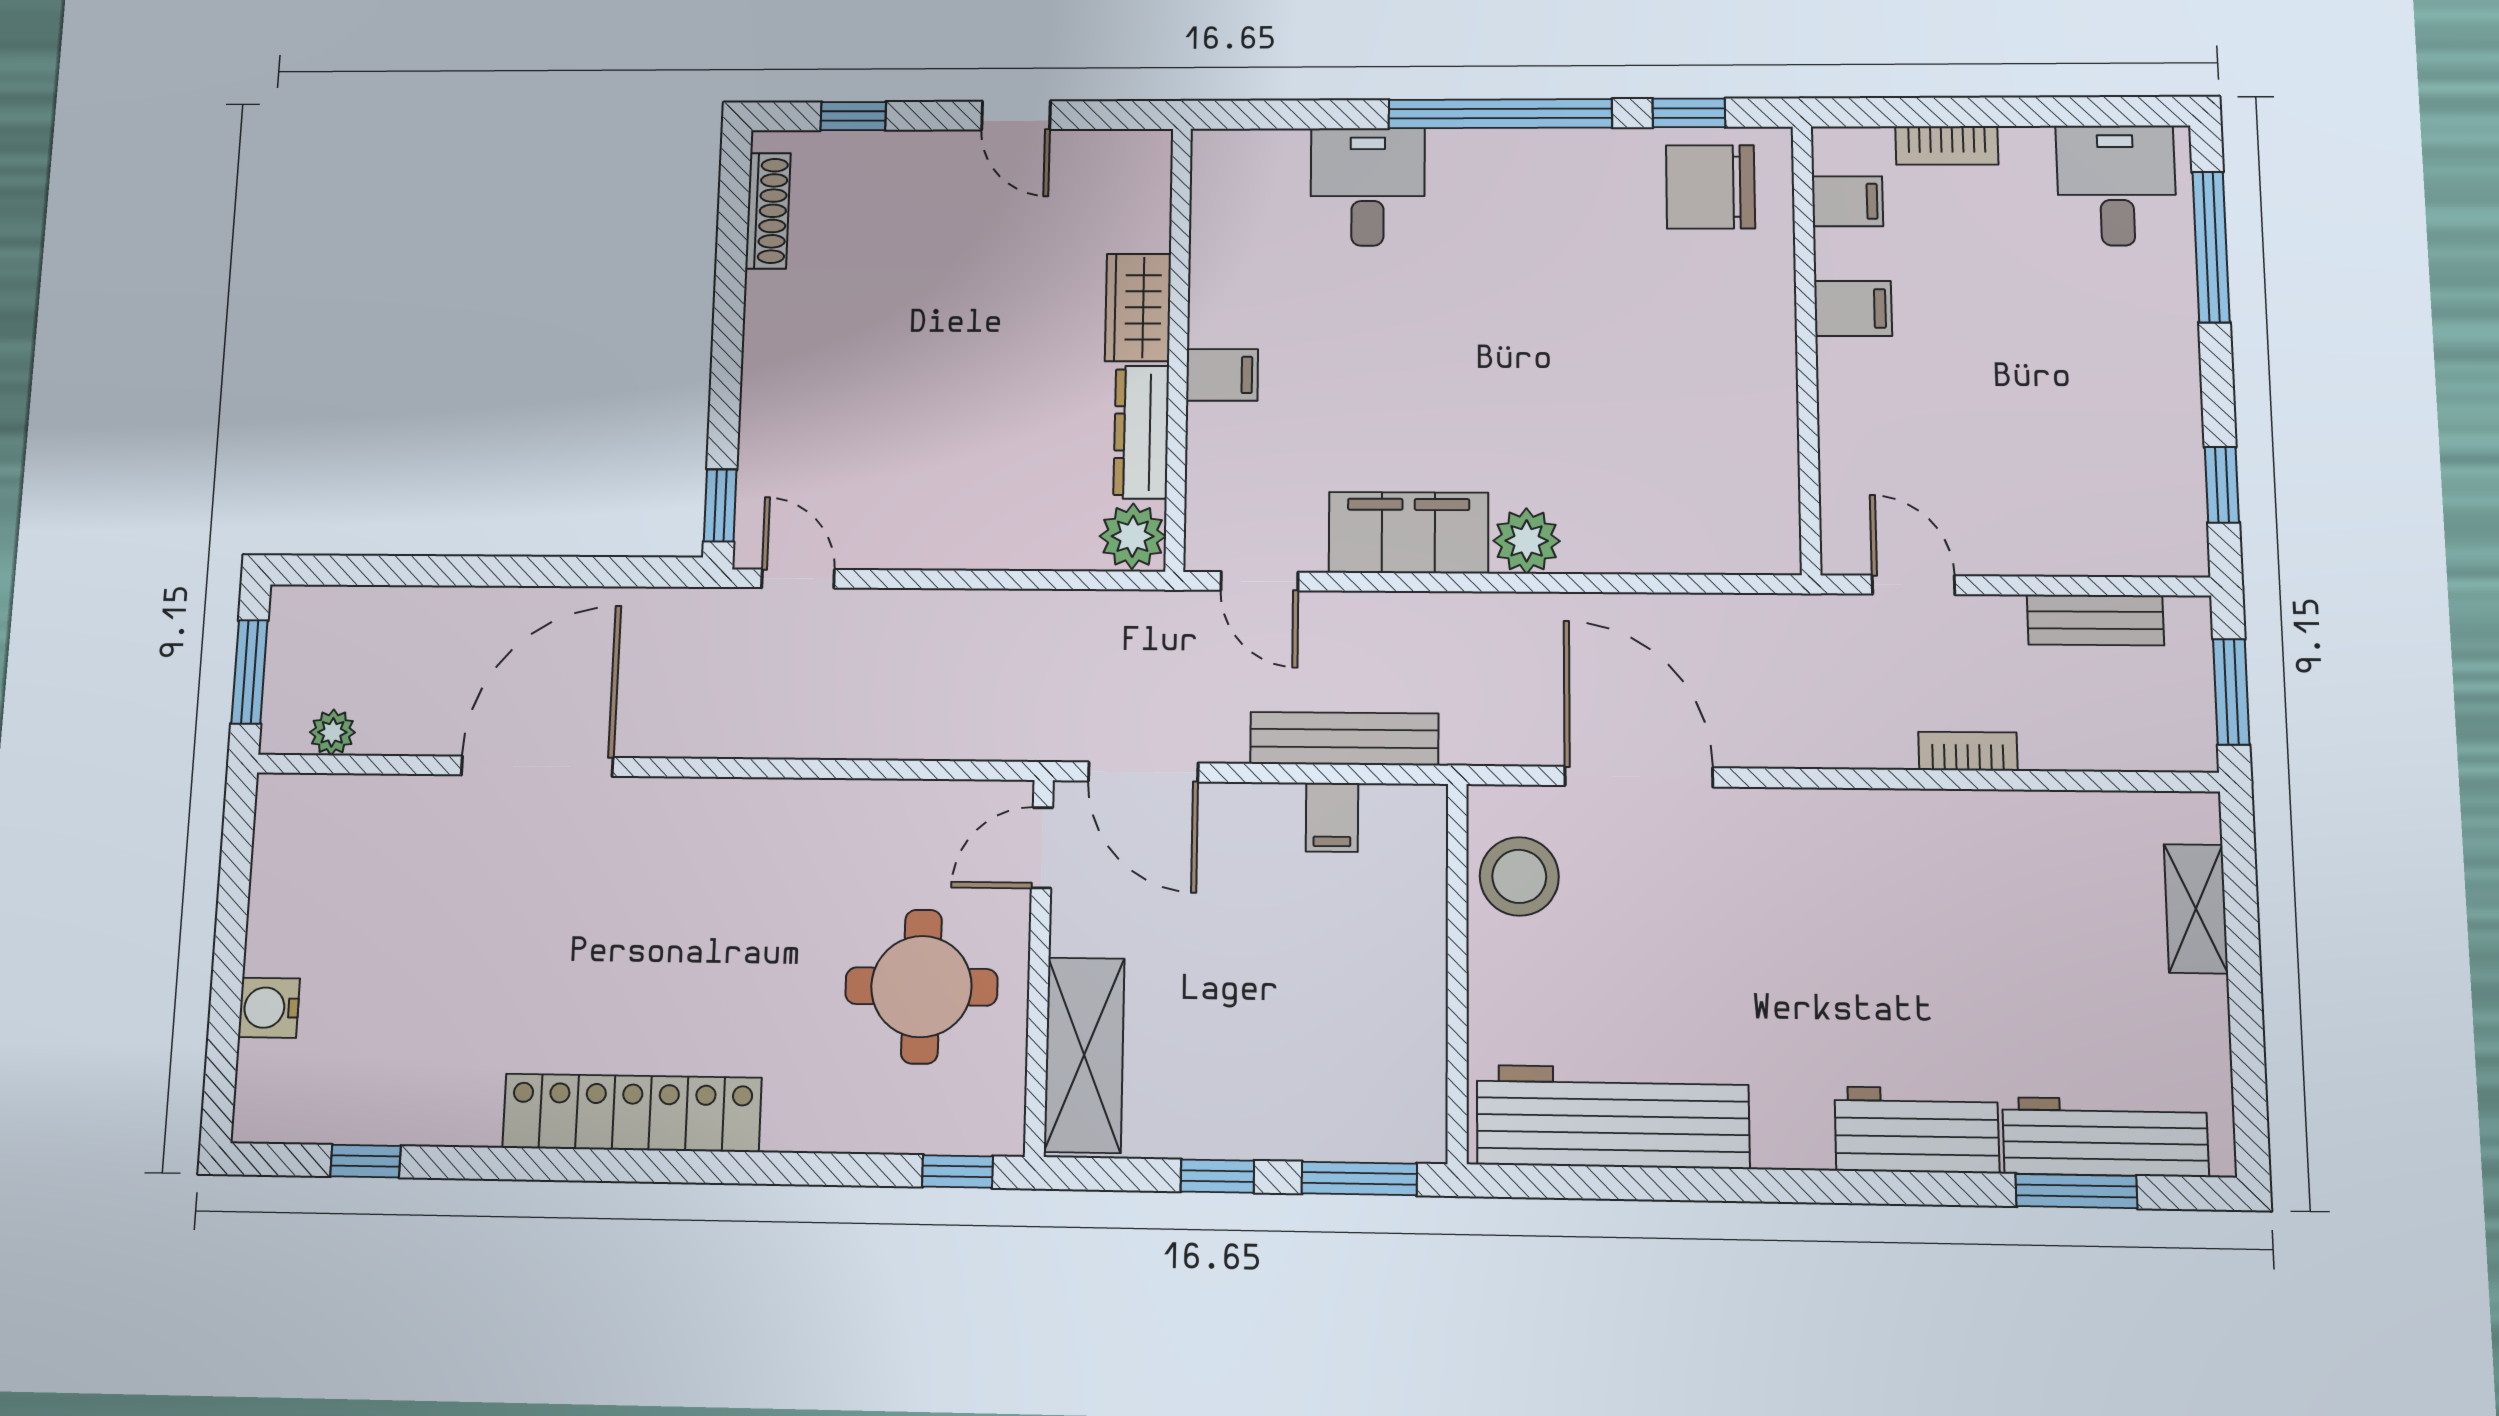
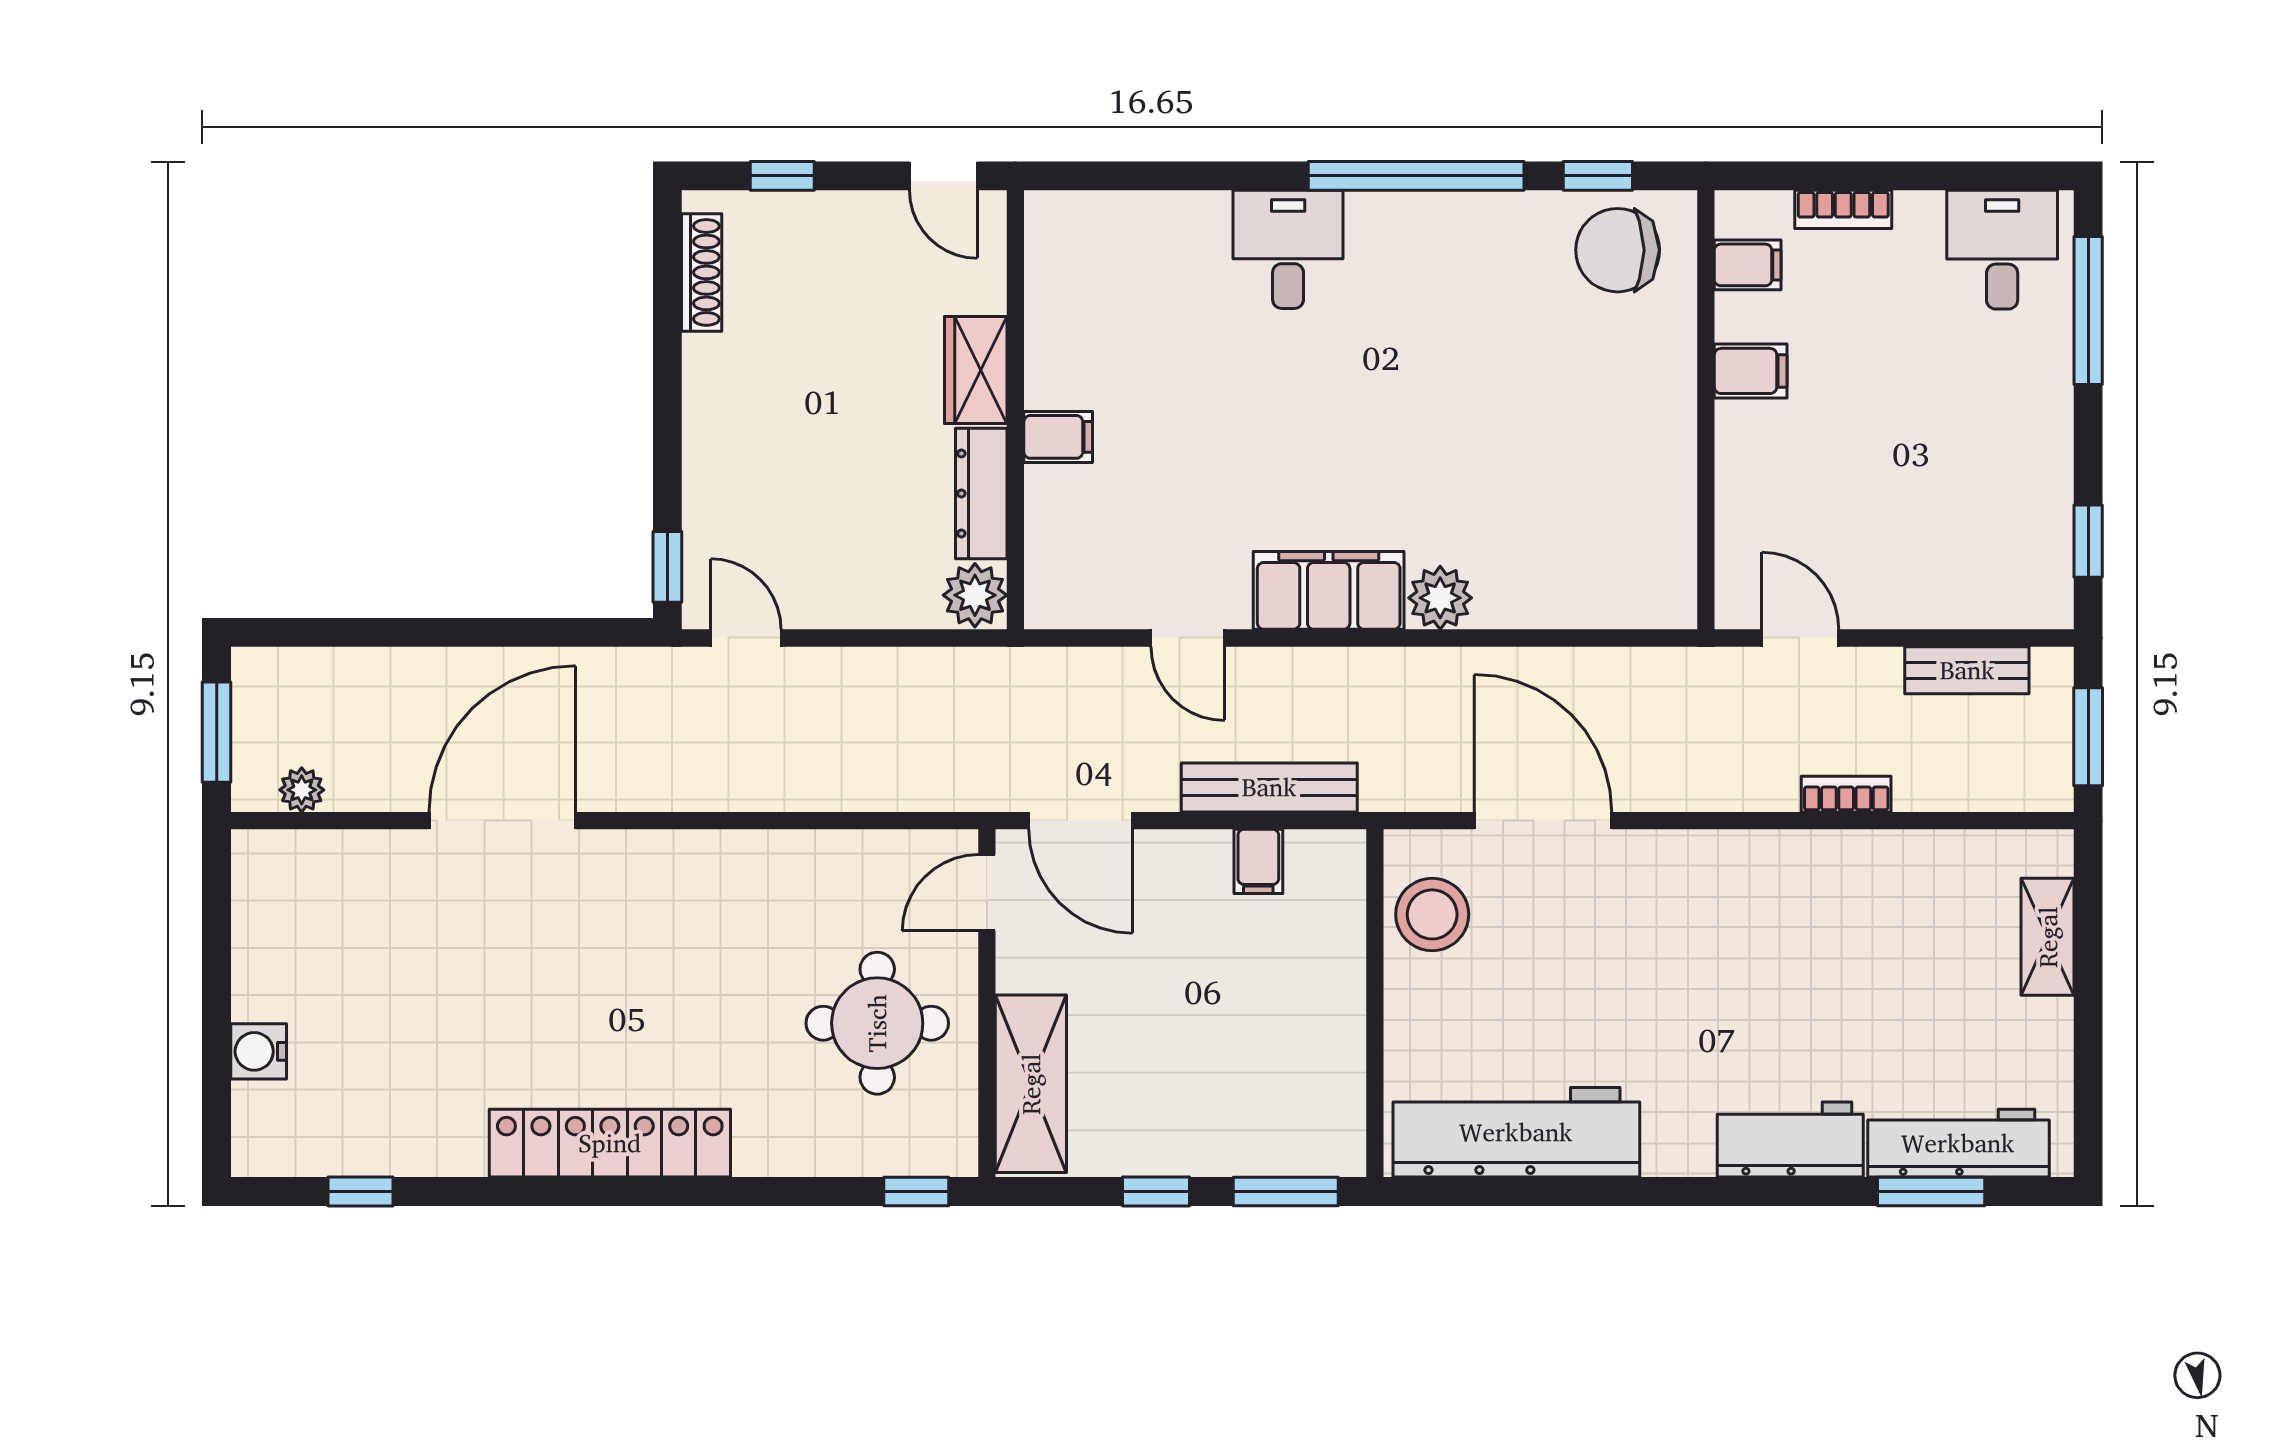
wardrobe: (1138, 307) -> (976, 370), moved
wall: (1178, 347) -> (1015, 410), moved
filing cabinet: (1222, 375) -> (1058, 437), moved
dresser: (1141, 432) -> (981, 493), moved
plant: (1133, 536) -> (975, 595), moved

